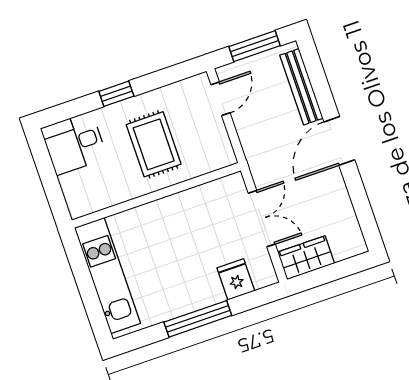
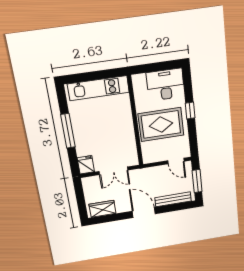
desk: (74, 143) -> (165, 85), width x1.37
rug: (154, 144) -> (161, 125), width x1.36, depth x1.43
wardrobe: (306, 258) -> (102, 209), moved, turned -90
fridge: (236, 279) -> (86, 165), moved, turned -90

